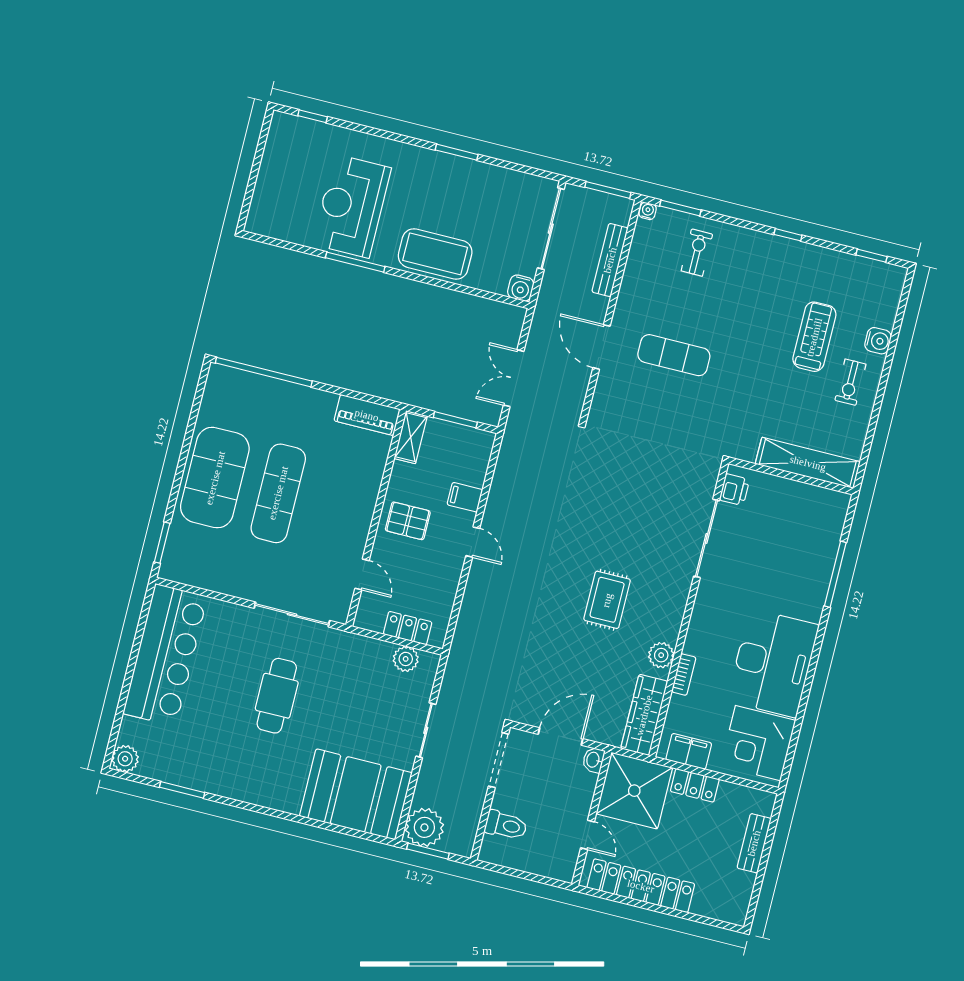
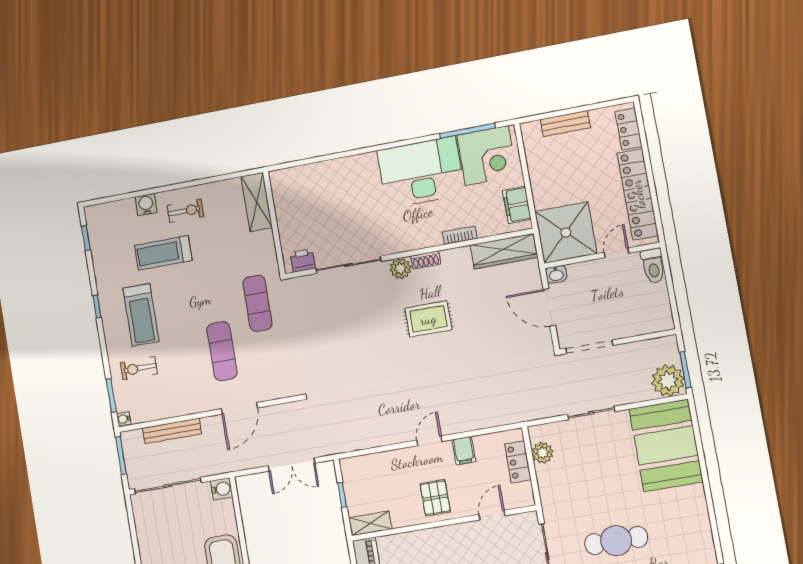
treadmill: (756, 281) -> (141, 315), added
exercise mat: (710, 418) -> (257, 303), added
window: (455, 420) -> (342, 495), width x0.67
shelving: (808, 463) -> (257, 202), width x0.68
filing cabinet: (465, 497) -> (464, 451), moved
window: (835, 574) -> (468, 131), moved
shoe rack: (673, 626) -> (426, 260), added
plant: (661, 655) -> (400, 268), moved
locker: (695, 785) -> (628, 129), moved, turned 180
toilet: (506, 825) -> (653, 266), moved, turned 180

